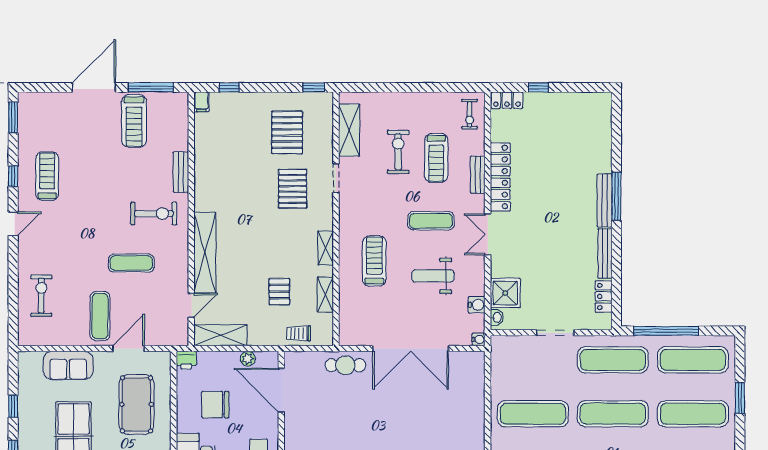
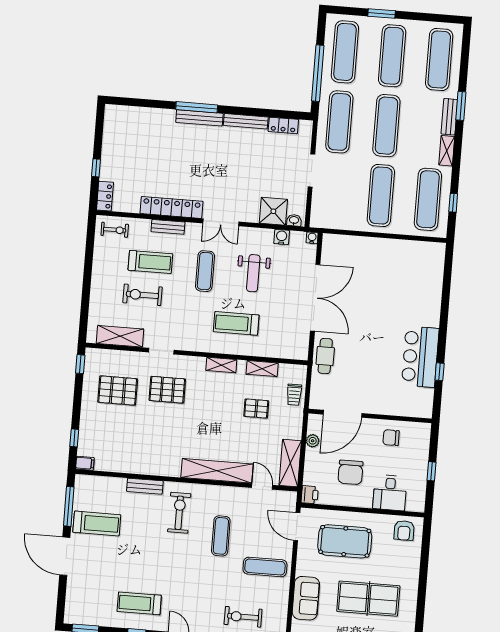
door: (128, 348) -> (297, 527), moved

